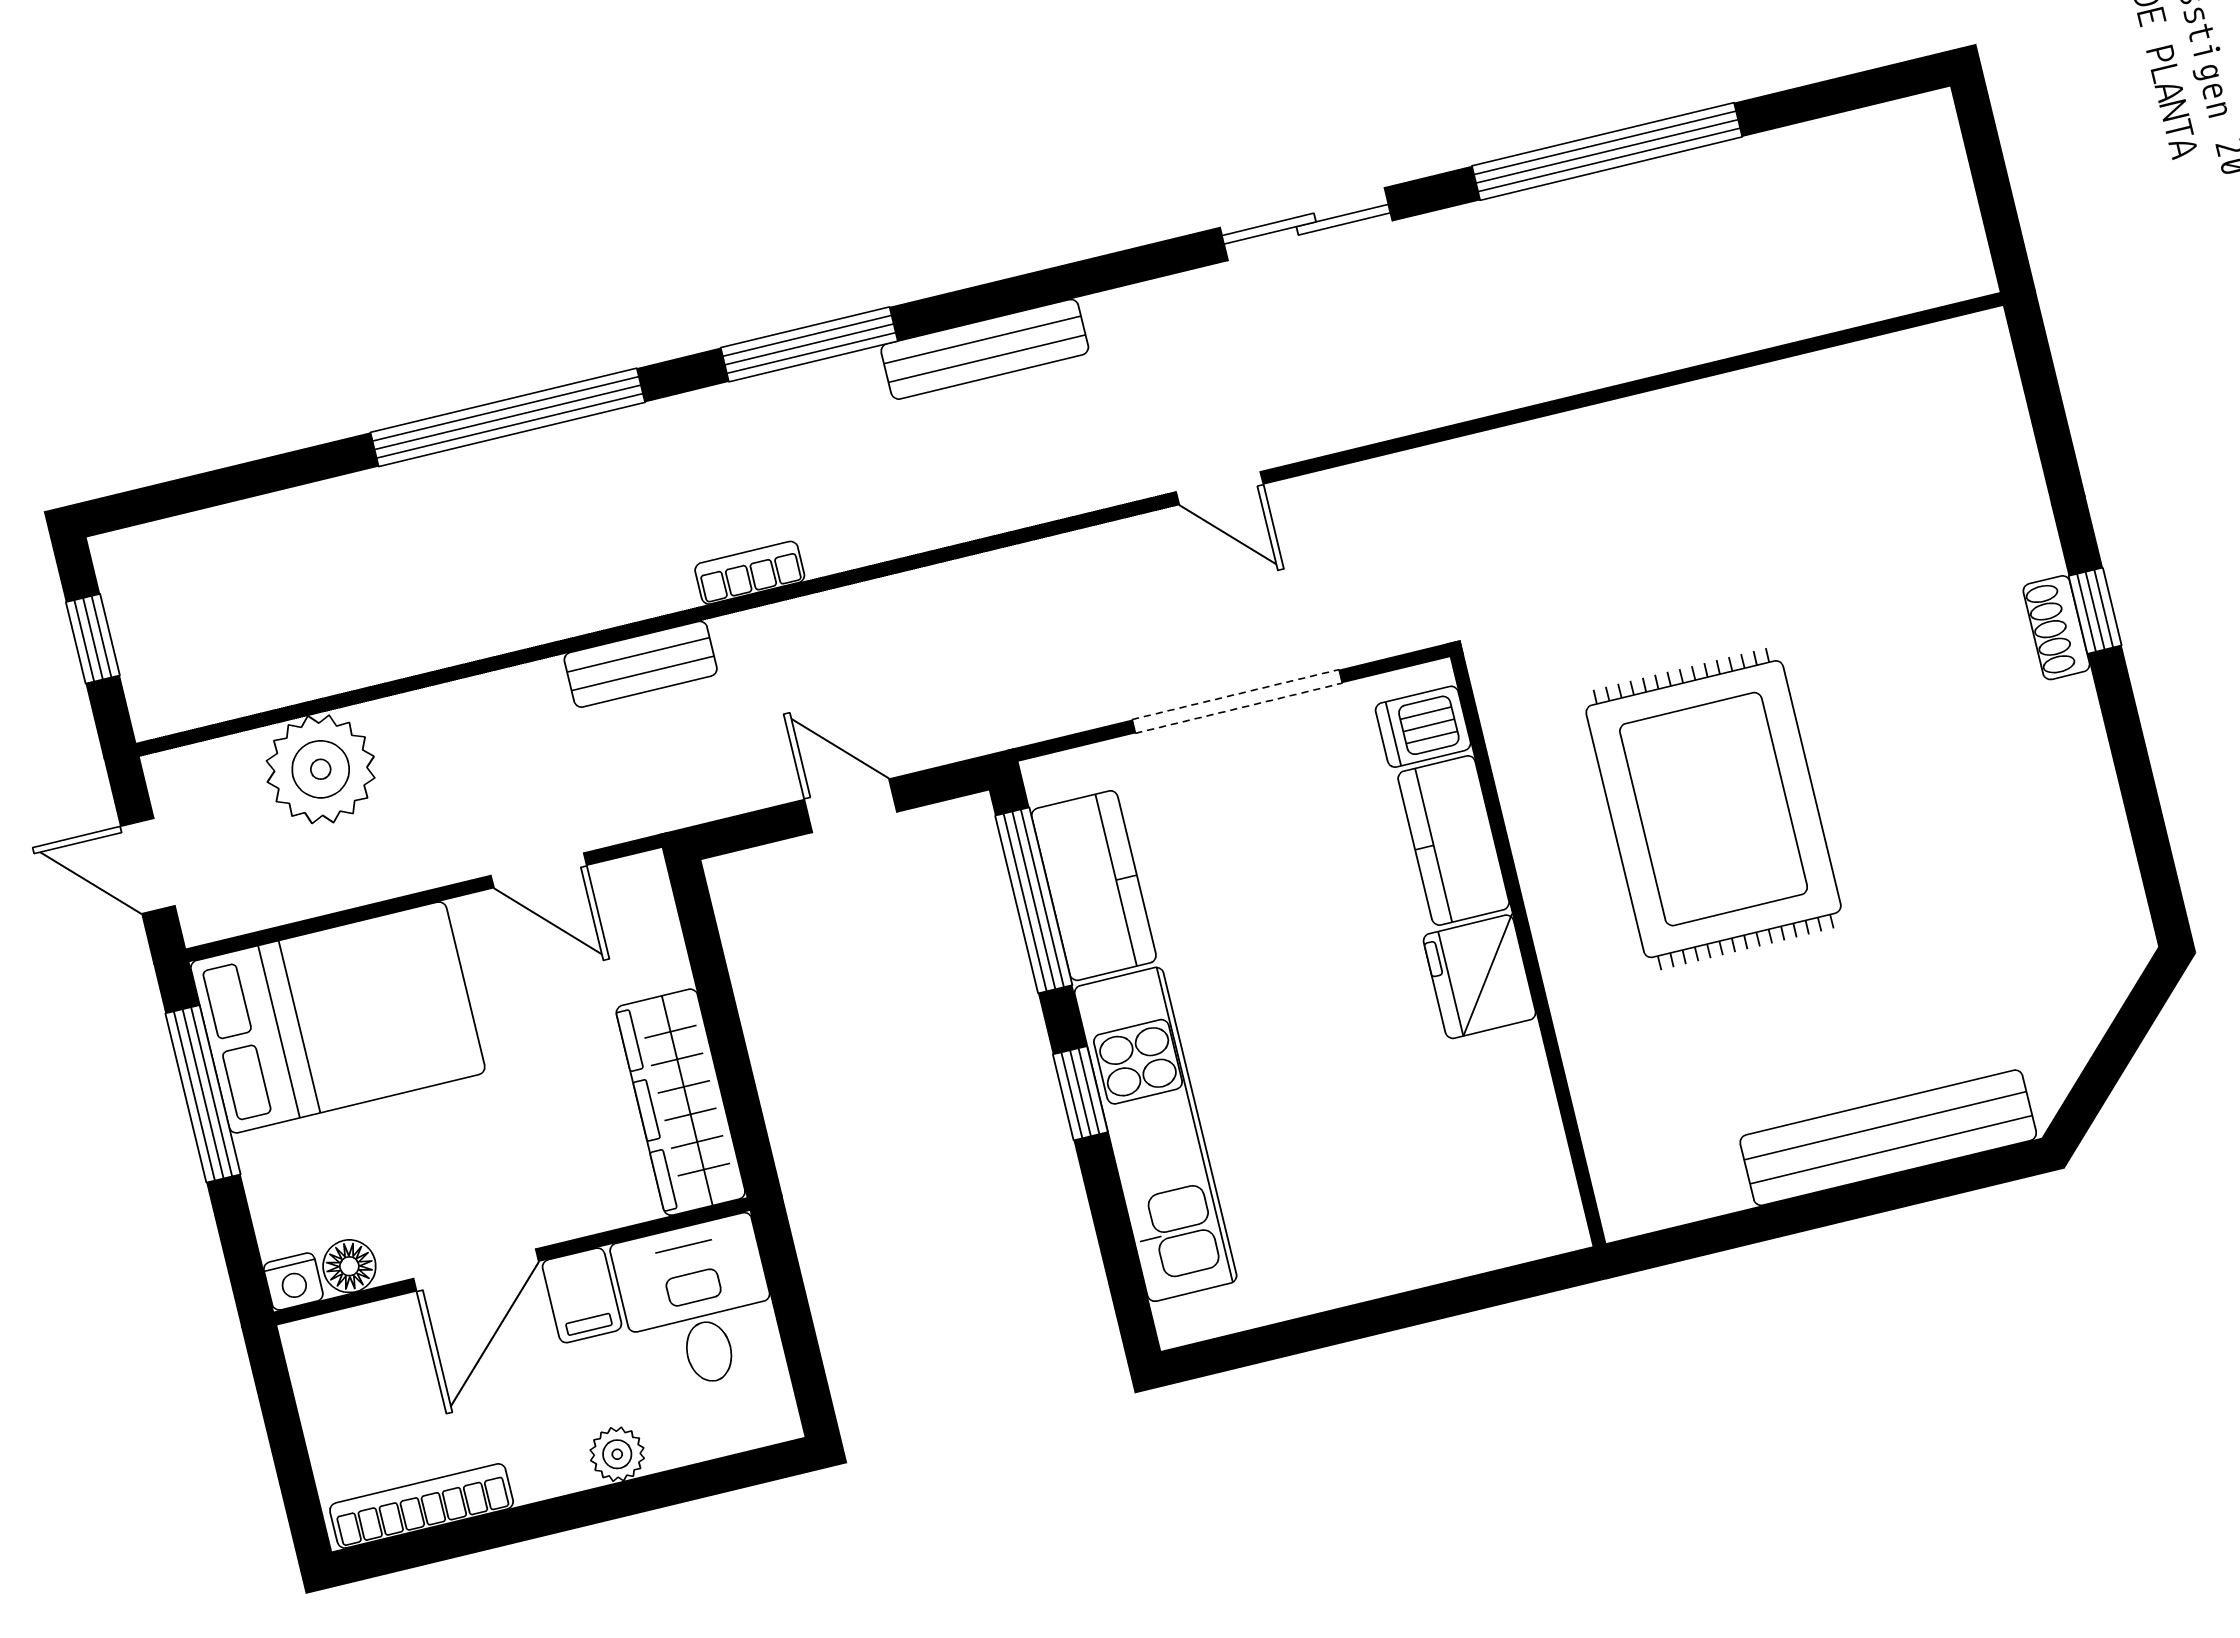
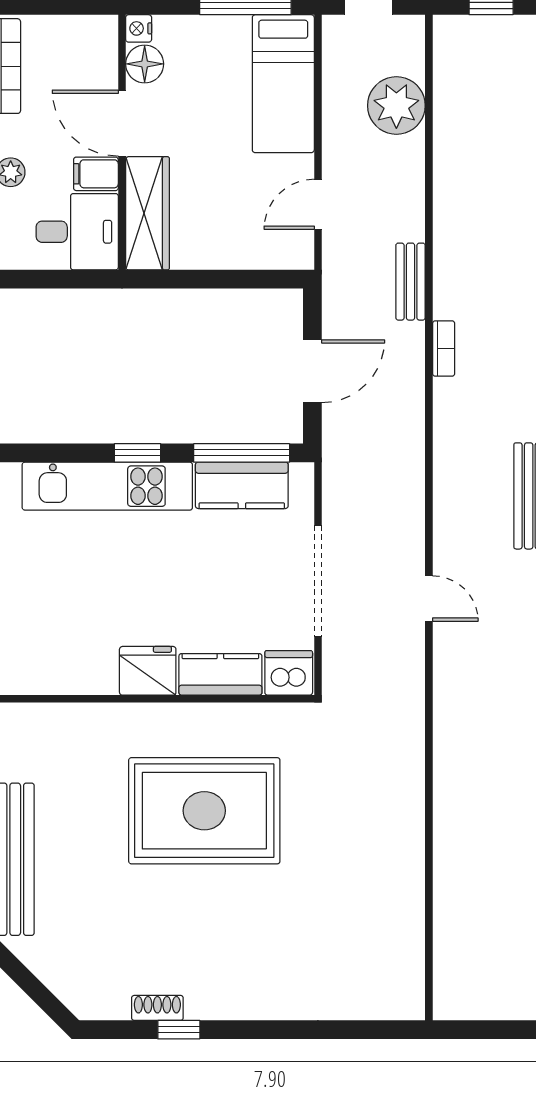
door: (1220, 488) -> (429, 599), swing flipped
window: (2095, 611) -> (179, 1030), moved
shoe rack: (2057, 628) -> (157, 1008), moved
dishwasher: (1423, 727) -> (289, 673), width x1.38
door: (851, 806) -> (312, 371), width x1.38
bed: (338, 1017) -> (283, 84), width x0.67
wardrobe: (681, 1102) -> (148, 213), moved, turned 90
floor lamp: (349, 1266) -> (145, 64), width x1.37, depth x1.37

